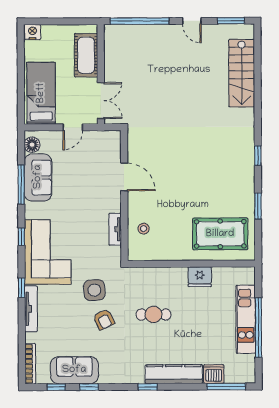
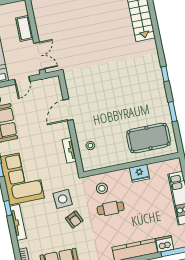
cot: (86, 55) -> (24, 28), width x0.73, depth x0.75
door: (124, 177) -> (68, 110), swing flipped
stool: (147, 287) -> (102, 188), added

